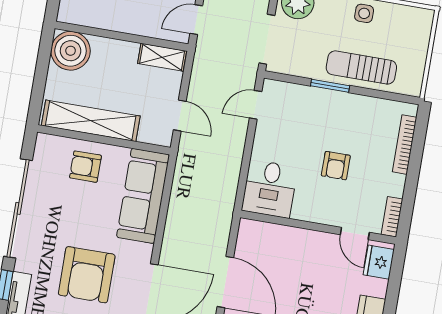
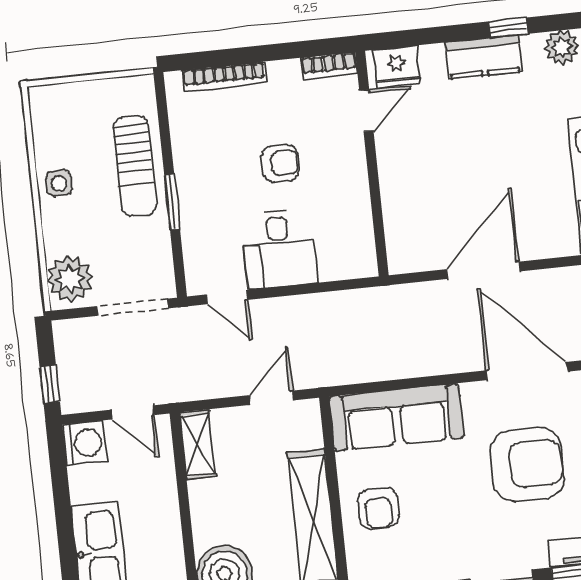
desk: (270, 189) -> (279, 249), moved, turned 90

